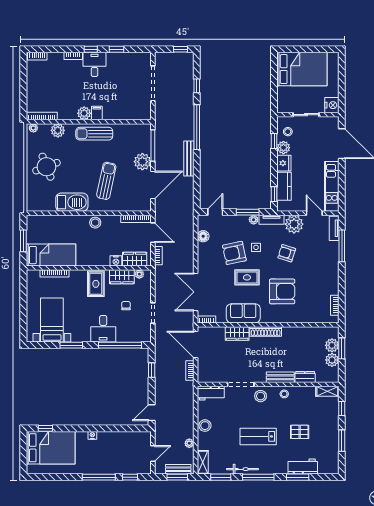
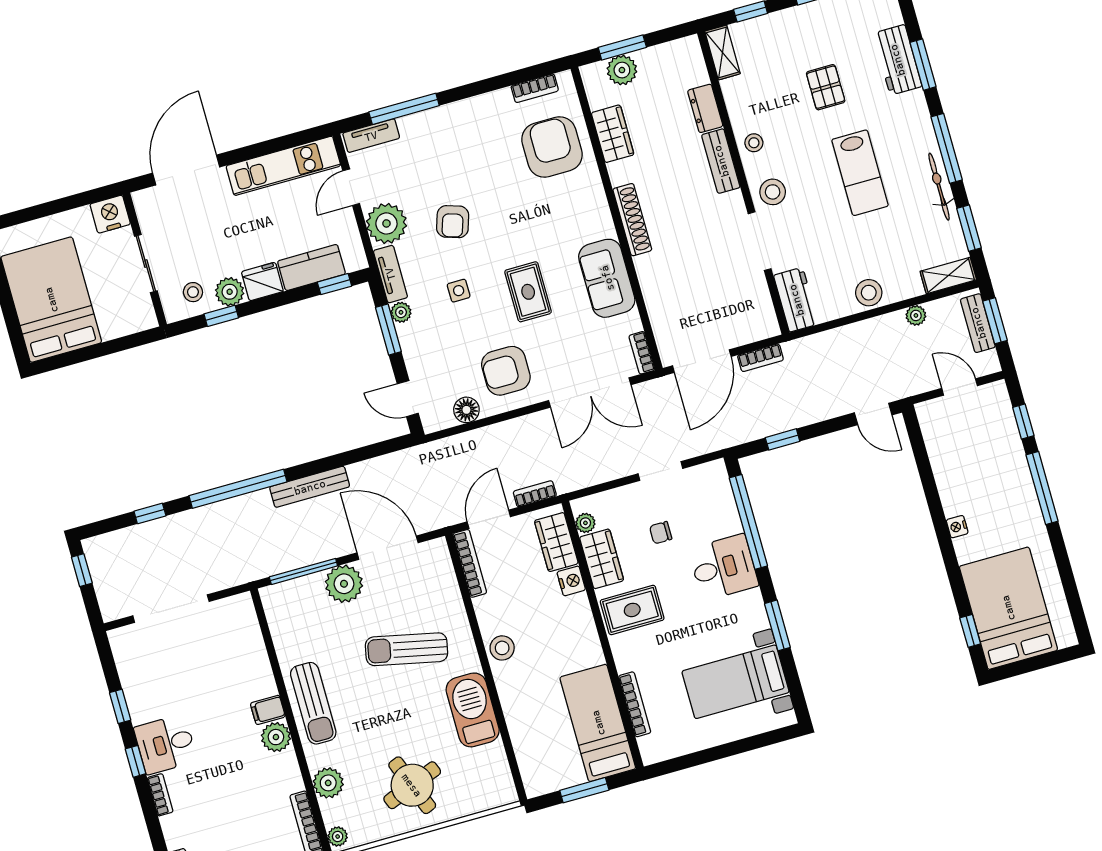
armchair: (234, 253) -> (506, 371), moved, turned 102
armchair: (282, 291) -> (552, 147), moved
wardrobe: (237, 334) -> (613, 134), moved
plant: (332, 360) -> (653, 61), removed

